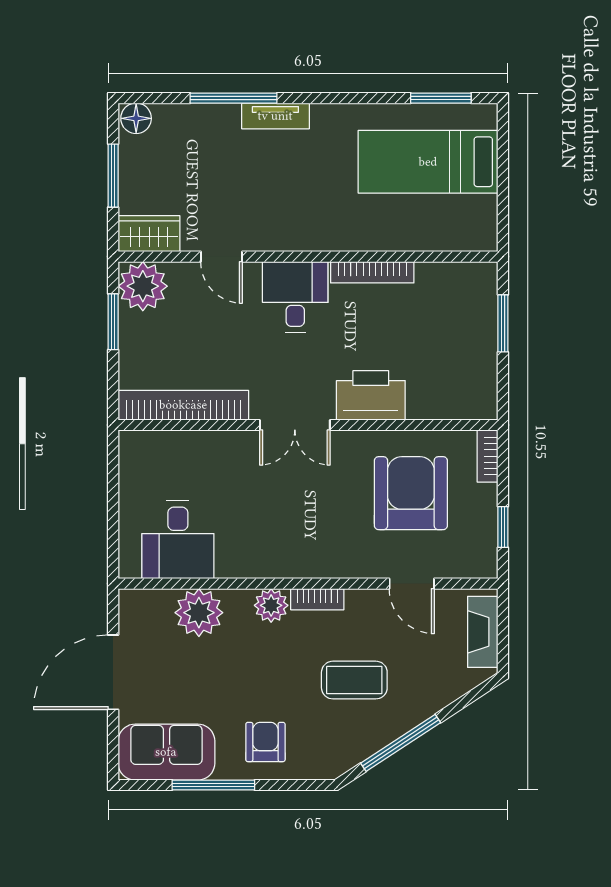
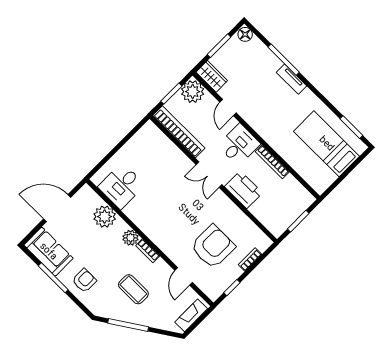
printer: (371, 395) -> (243, 190), moved
bookcase: (183, 405) -> (179, 132), moved
double door: (295, 425) -> (209, 175), moved
wall: (308, 425) -> (213, 179), moved

